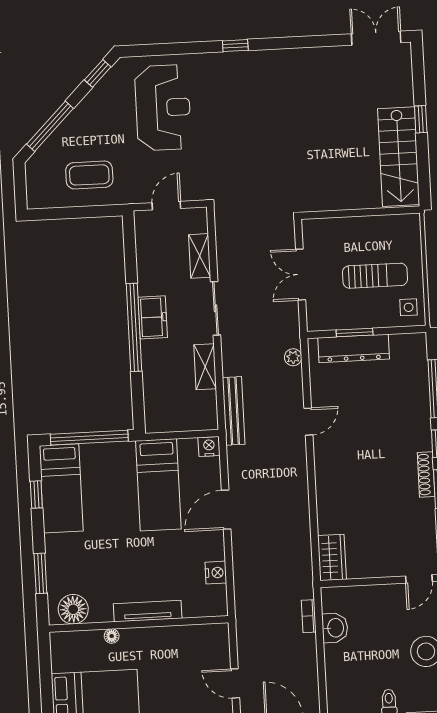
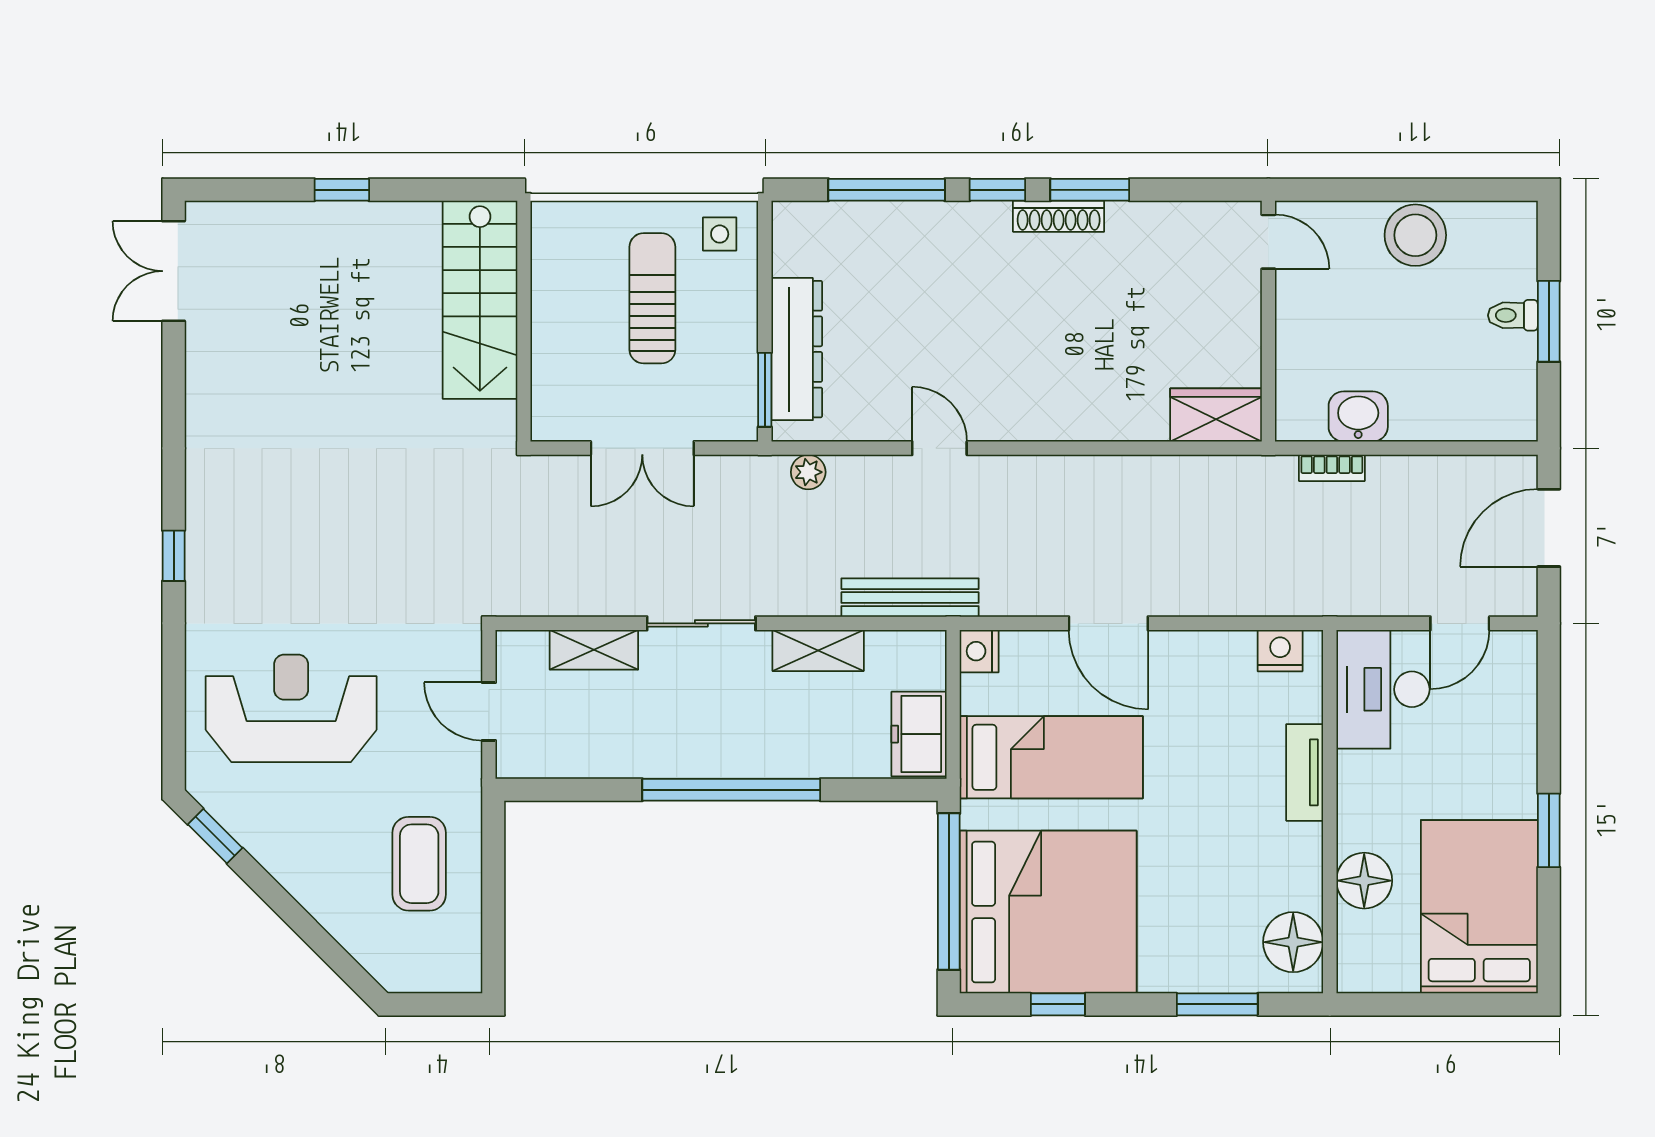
window: (50, 126) -> (317, 938), removed
stairs: (399, 157) -> (480, 300), moved, turned 90
freezer: (153, 317) -> (919, 734), moved, turned -90
window: (355, 332) -> (765, 390), moved
bed: (61, 488) -> (1048, 912), width x2.04
nightstand: (216, 573) -> (1280, 651), moved
tv unit: (148, 611) -> (1305, 772), width x0.71
floor lamp: (112, 636) -> (1364, 881), width x1.89, depth x1.89
desk: (201, 647) -> (1383, 689), added

